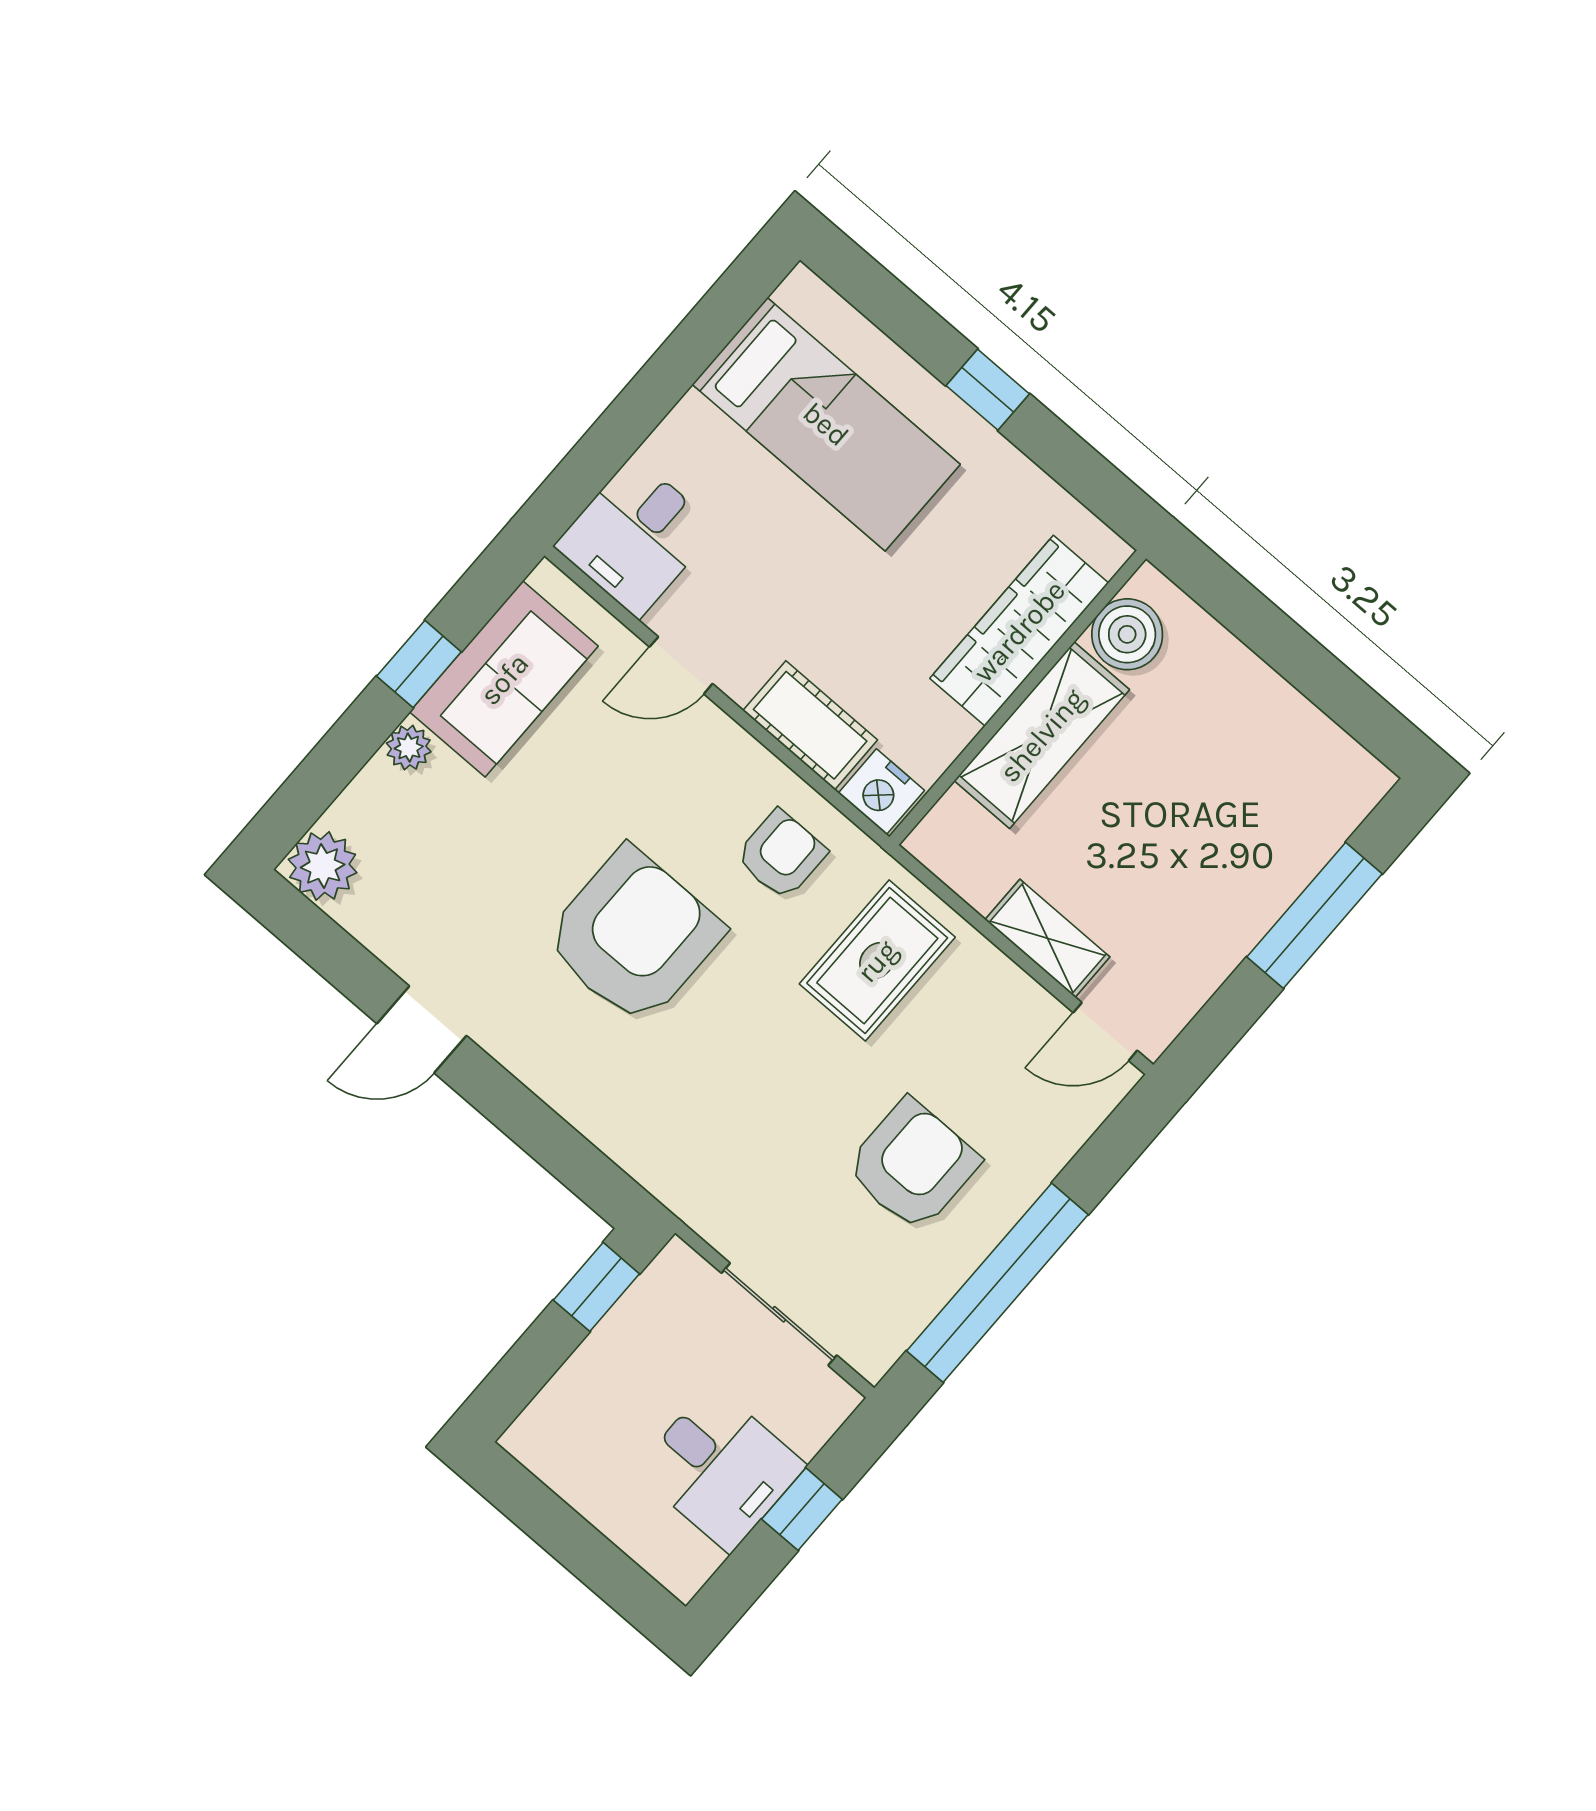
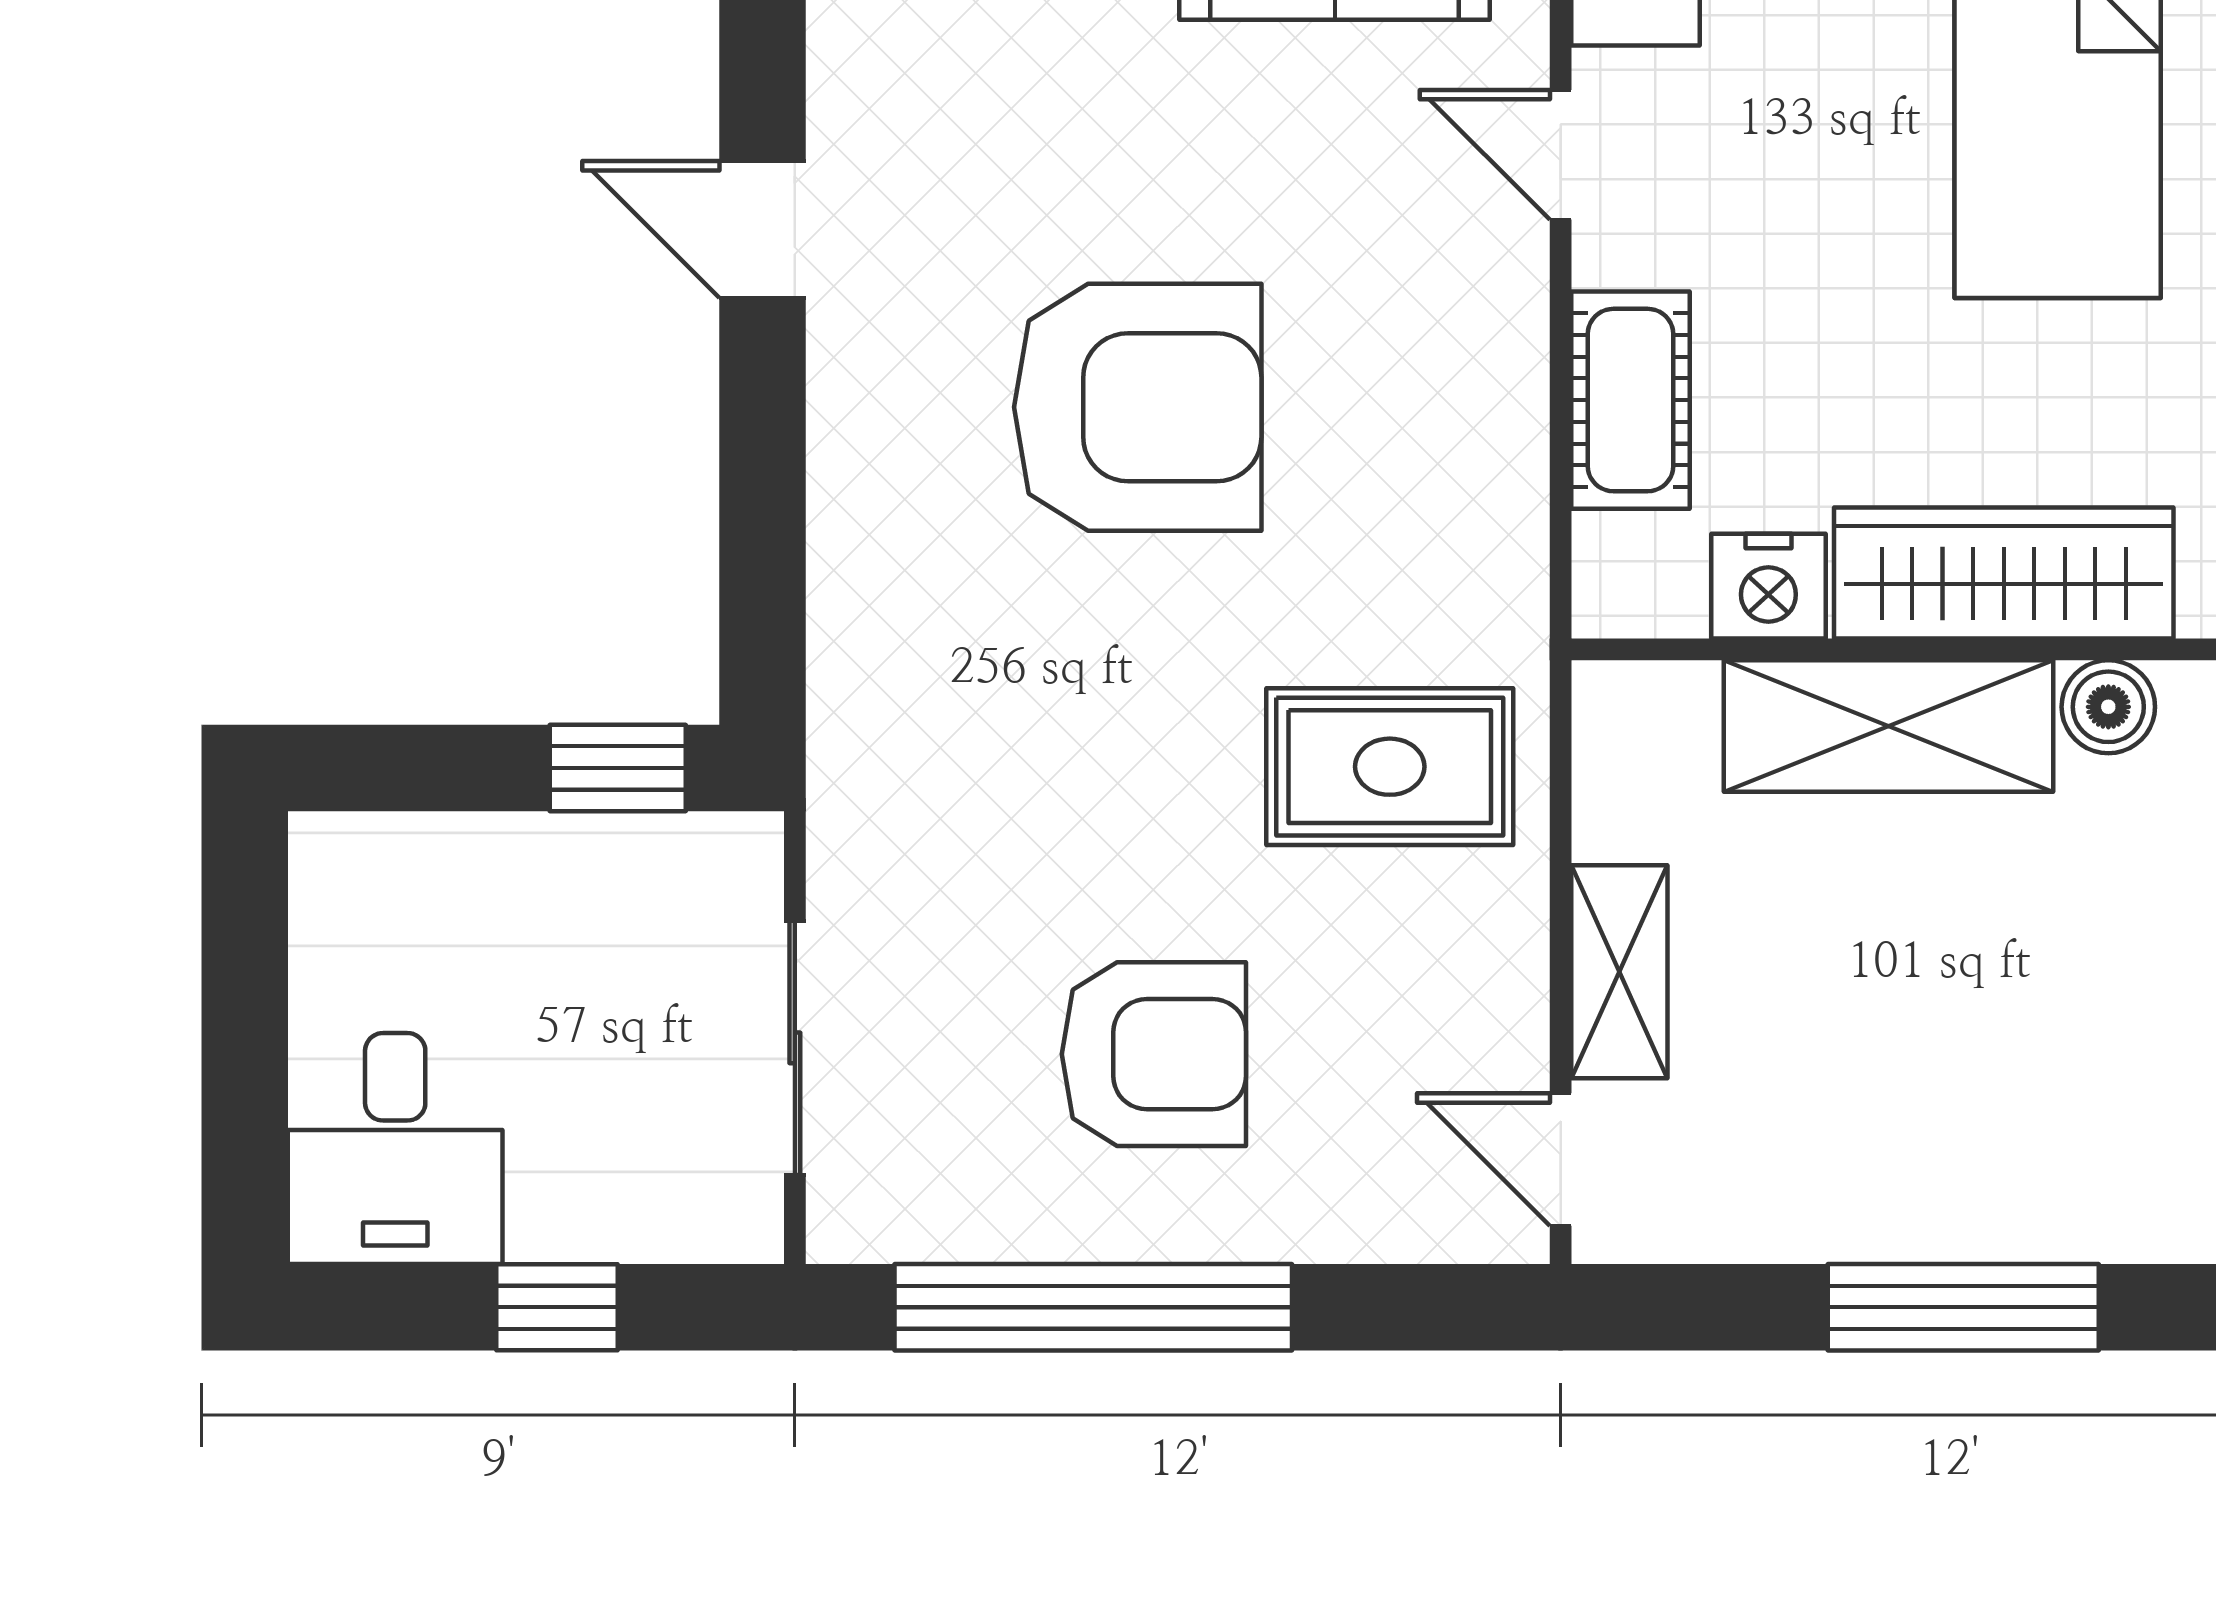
boiler: (1127, 634) -> (2108, 707), width x0.73, depth x0.73
nightstand: (881, 792) -> (1768, 586), moved, turned -90
armchair: (781, 855) -> (1421, 512), removed
desk: (720, 1468) -> (395, 1148), moved

